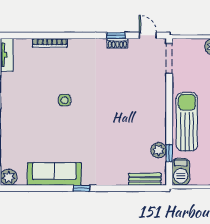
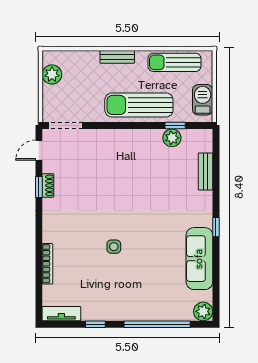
barbecue: (181, 172) -> (203, 100), moved, turned -90
bench: (145, 179) -> (205, 171), moved

